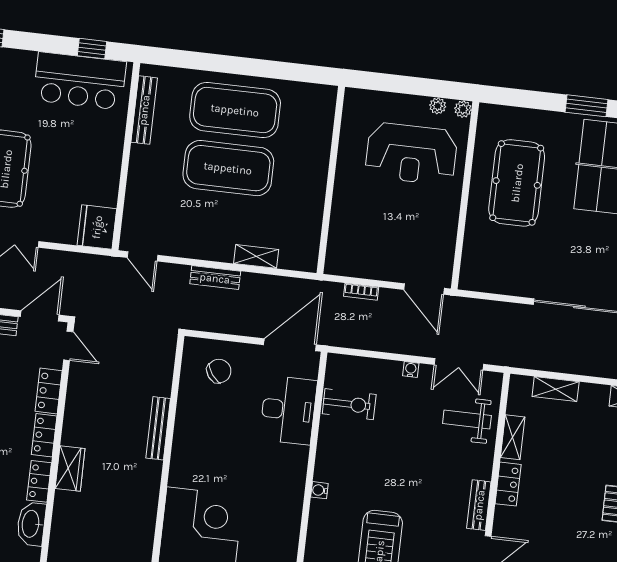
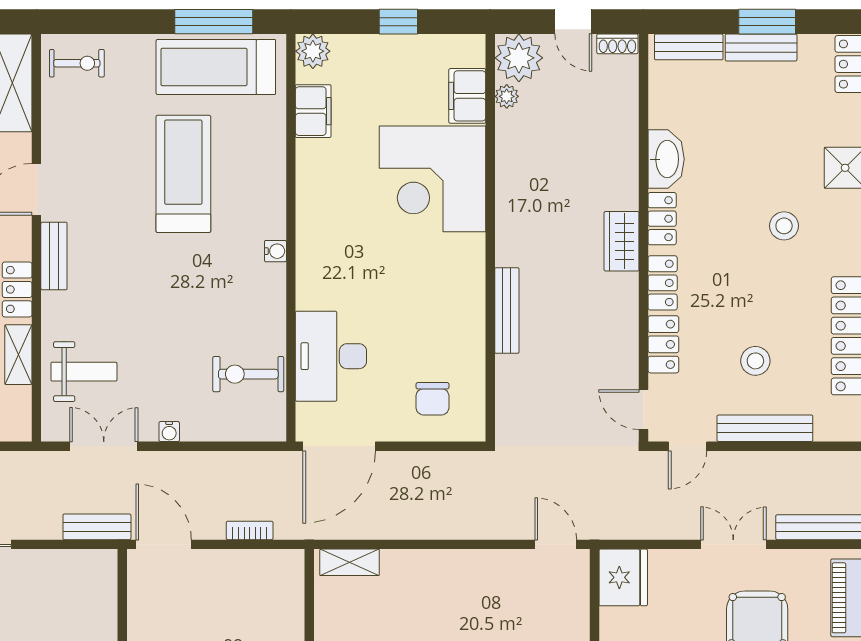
shelving: (256, 256) -> (350, 562), moved
bench: (215, 278) -> (97, 527), moved
door: (40, 316) -> (688, 446), width x0.73
chair: (219, 371) -> (432, 399), turned -54

